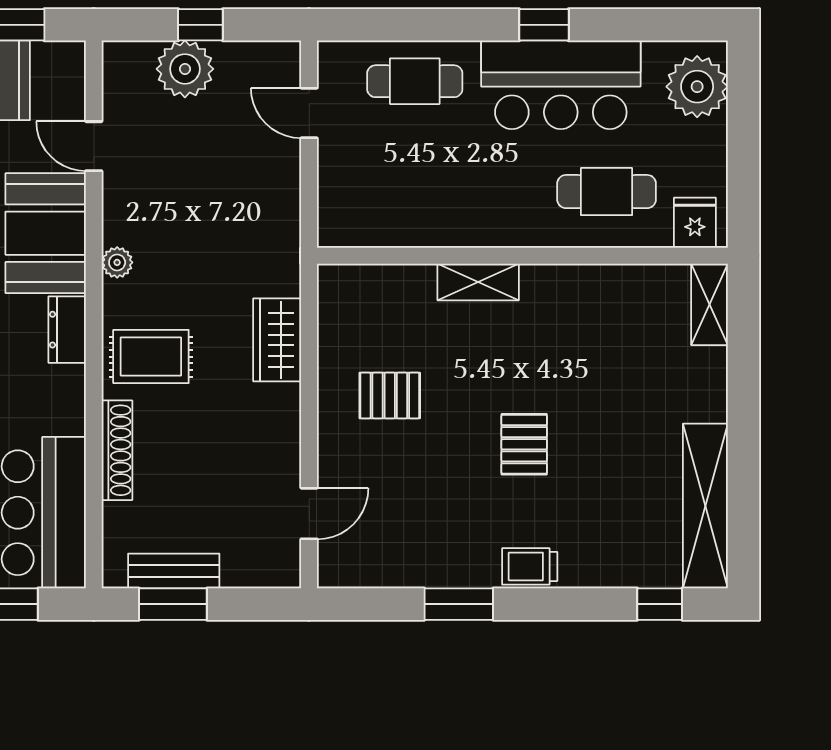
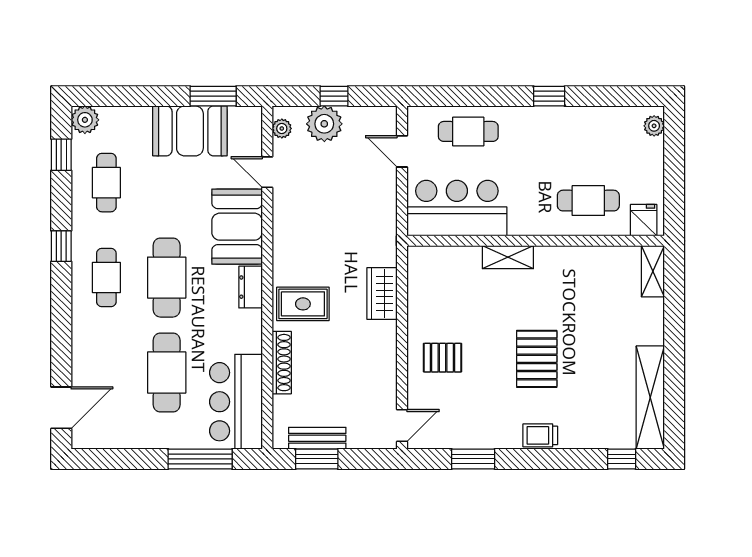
bar counter: (561, 85) -> (457, 208), moved, turned 180
plant: (697, 87) -> (654, 126), width x0.53, depth x0.53
plant: (117, 262) -> (282, 129), moved
pallet: (390, 395) -> (443, 358), moved
pallet: (524, 444) -> (537, 359), width x1.50, depth x1.42
door: (309, 514) -> (402, 426), moved
window: (459, 604) -> (473, 459), moved

